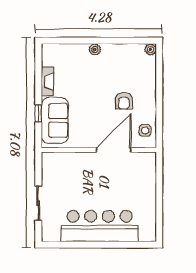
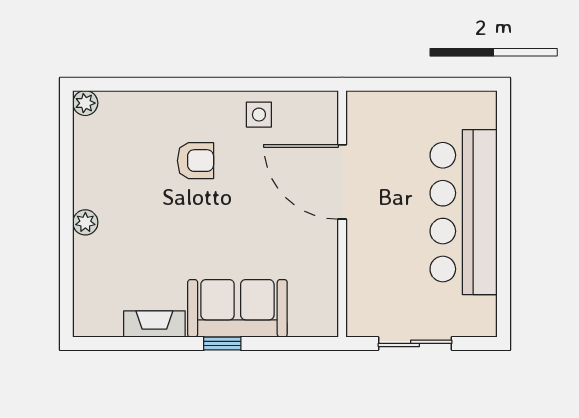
wall: (99, 150) -> (342, 214), moved
door: (114, 150) -> (342, 182), moved

